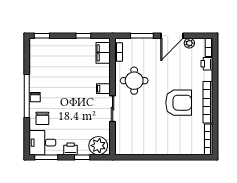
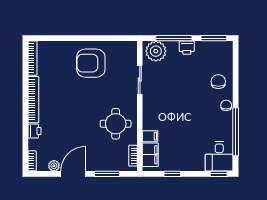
printer: (207, 64) -> (34, 131), moved
filing cabinet: (103, 89) -> (150, 136), moved
window: (27, 96) -> (236, 132), moved
armchair: (179, 103) -> (91, 63), moved
sliding door: (113, 109) -> (140, 80), moved
desk: (42, 143) -> (219, 156), moved, turned 90
window: (82, 157) -> (174, 38), width x2.17

